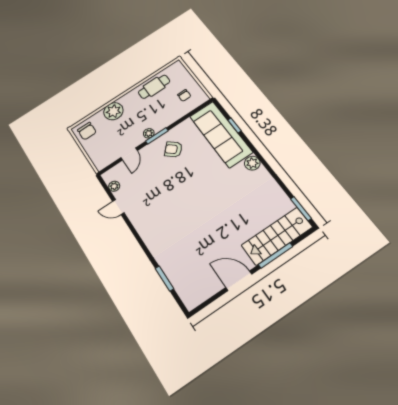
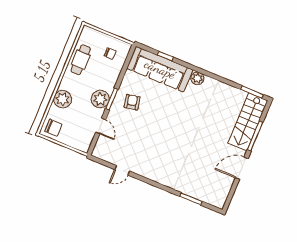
plant: (149, 133) -> (100, 99), width x1.88, depth x1.88
armchair: (173, 149) -> (132, 102), turned 127
plant: (114, 186) -> (107, 157), removed

